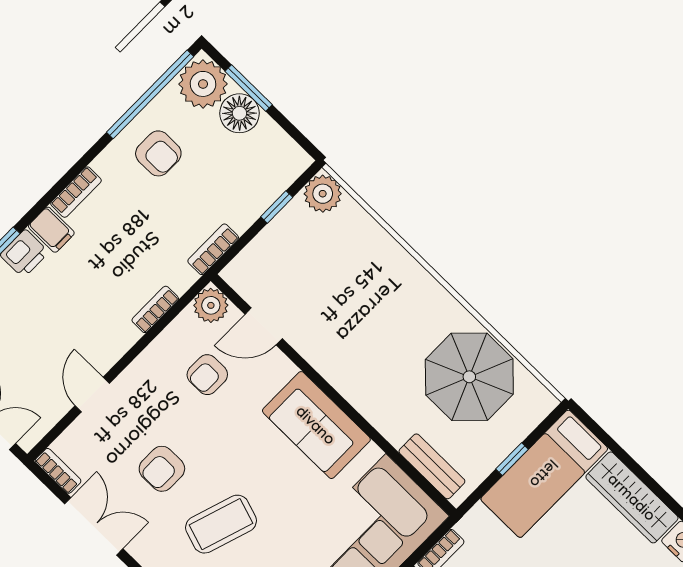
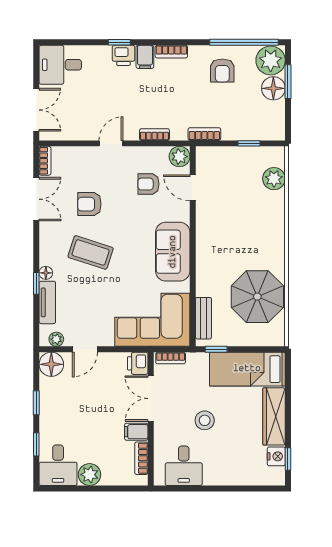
plant: (323, 194) -> (274, 179), moved
door: (92, 395) -> (111, 143), moved
window: (512, 459) -> (216, 349), moved

